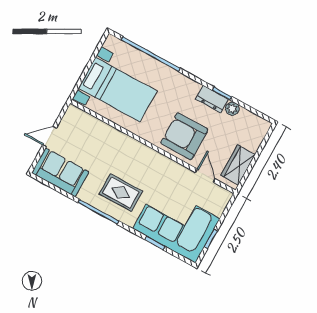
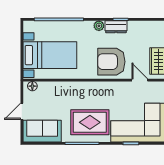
plant: (232, 109) -> (99, 26), moved
floor lamp: (78, 114) -> (32, 86), added
rug: (121, 193) -> (90, 122), width x1.36, depth x1.43

